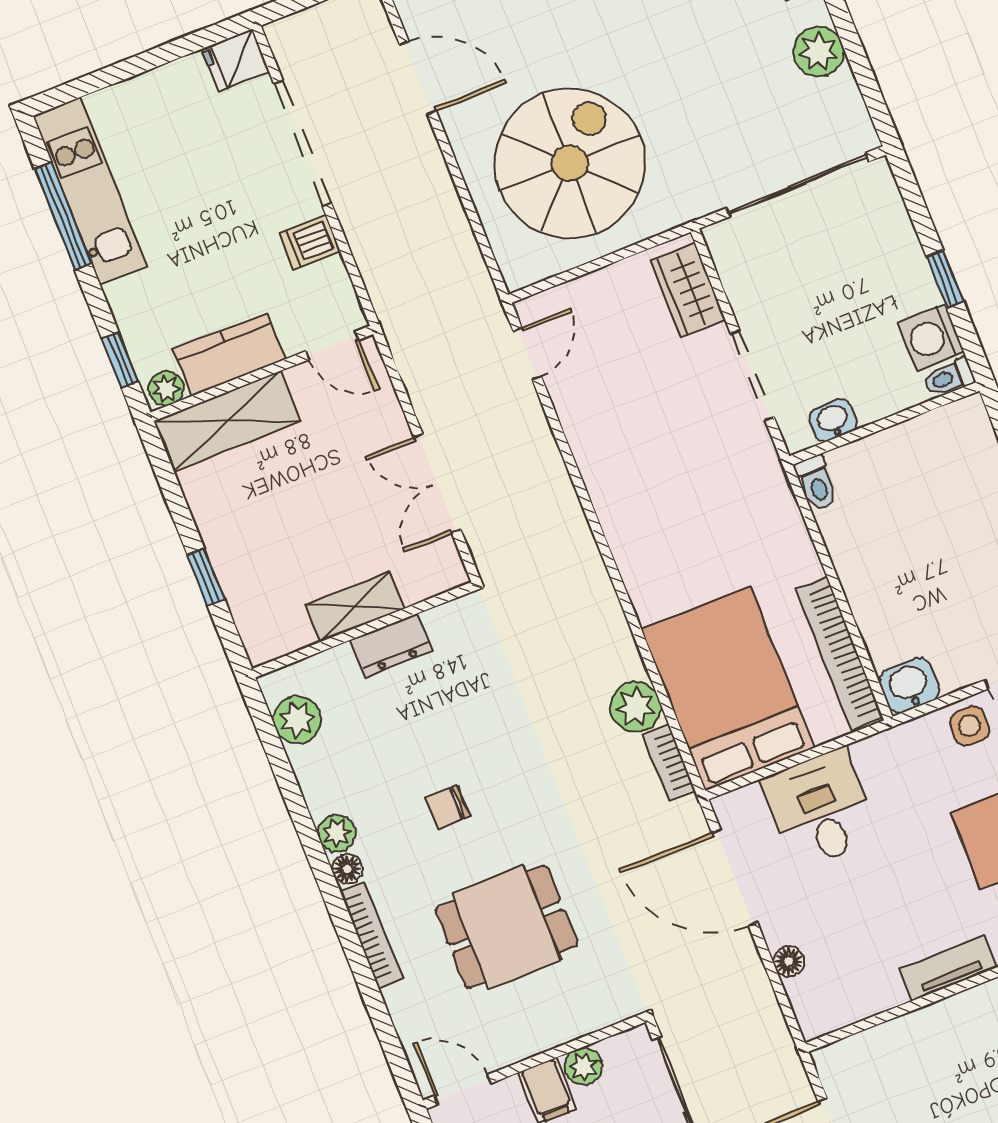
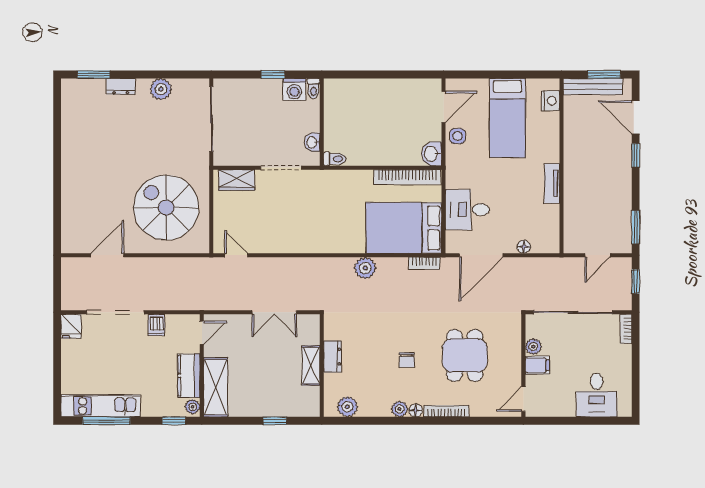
plant: (635, 707) -> (365, 268), moved

